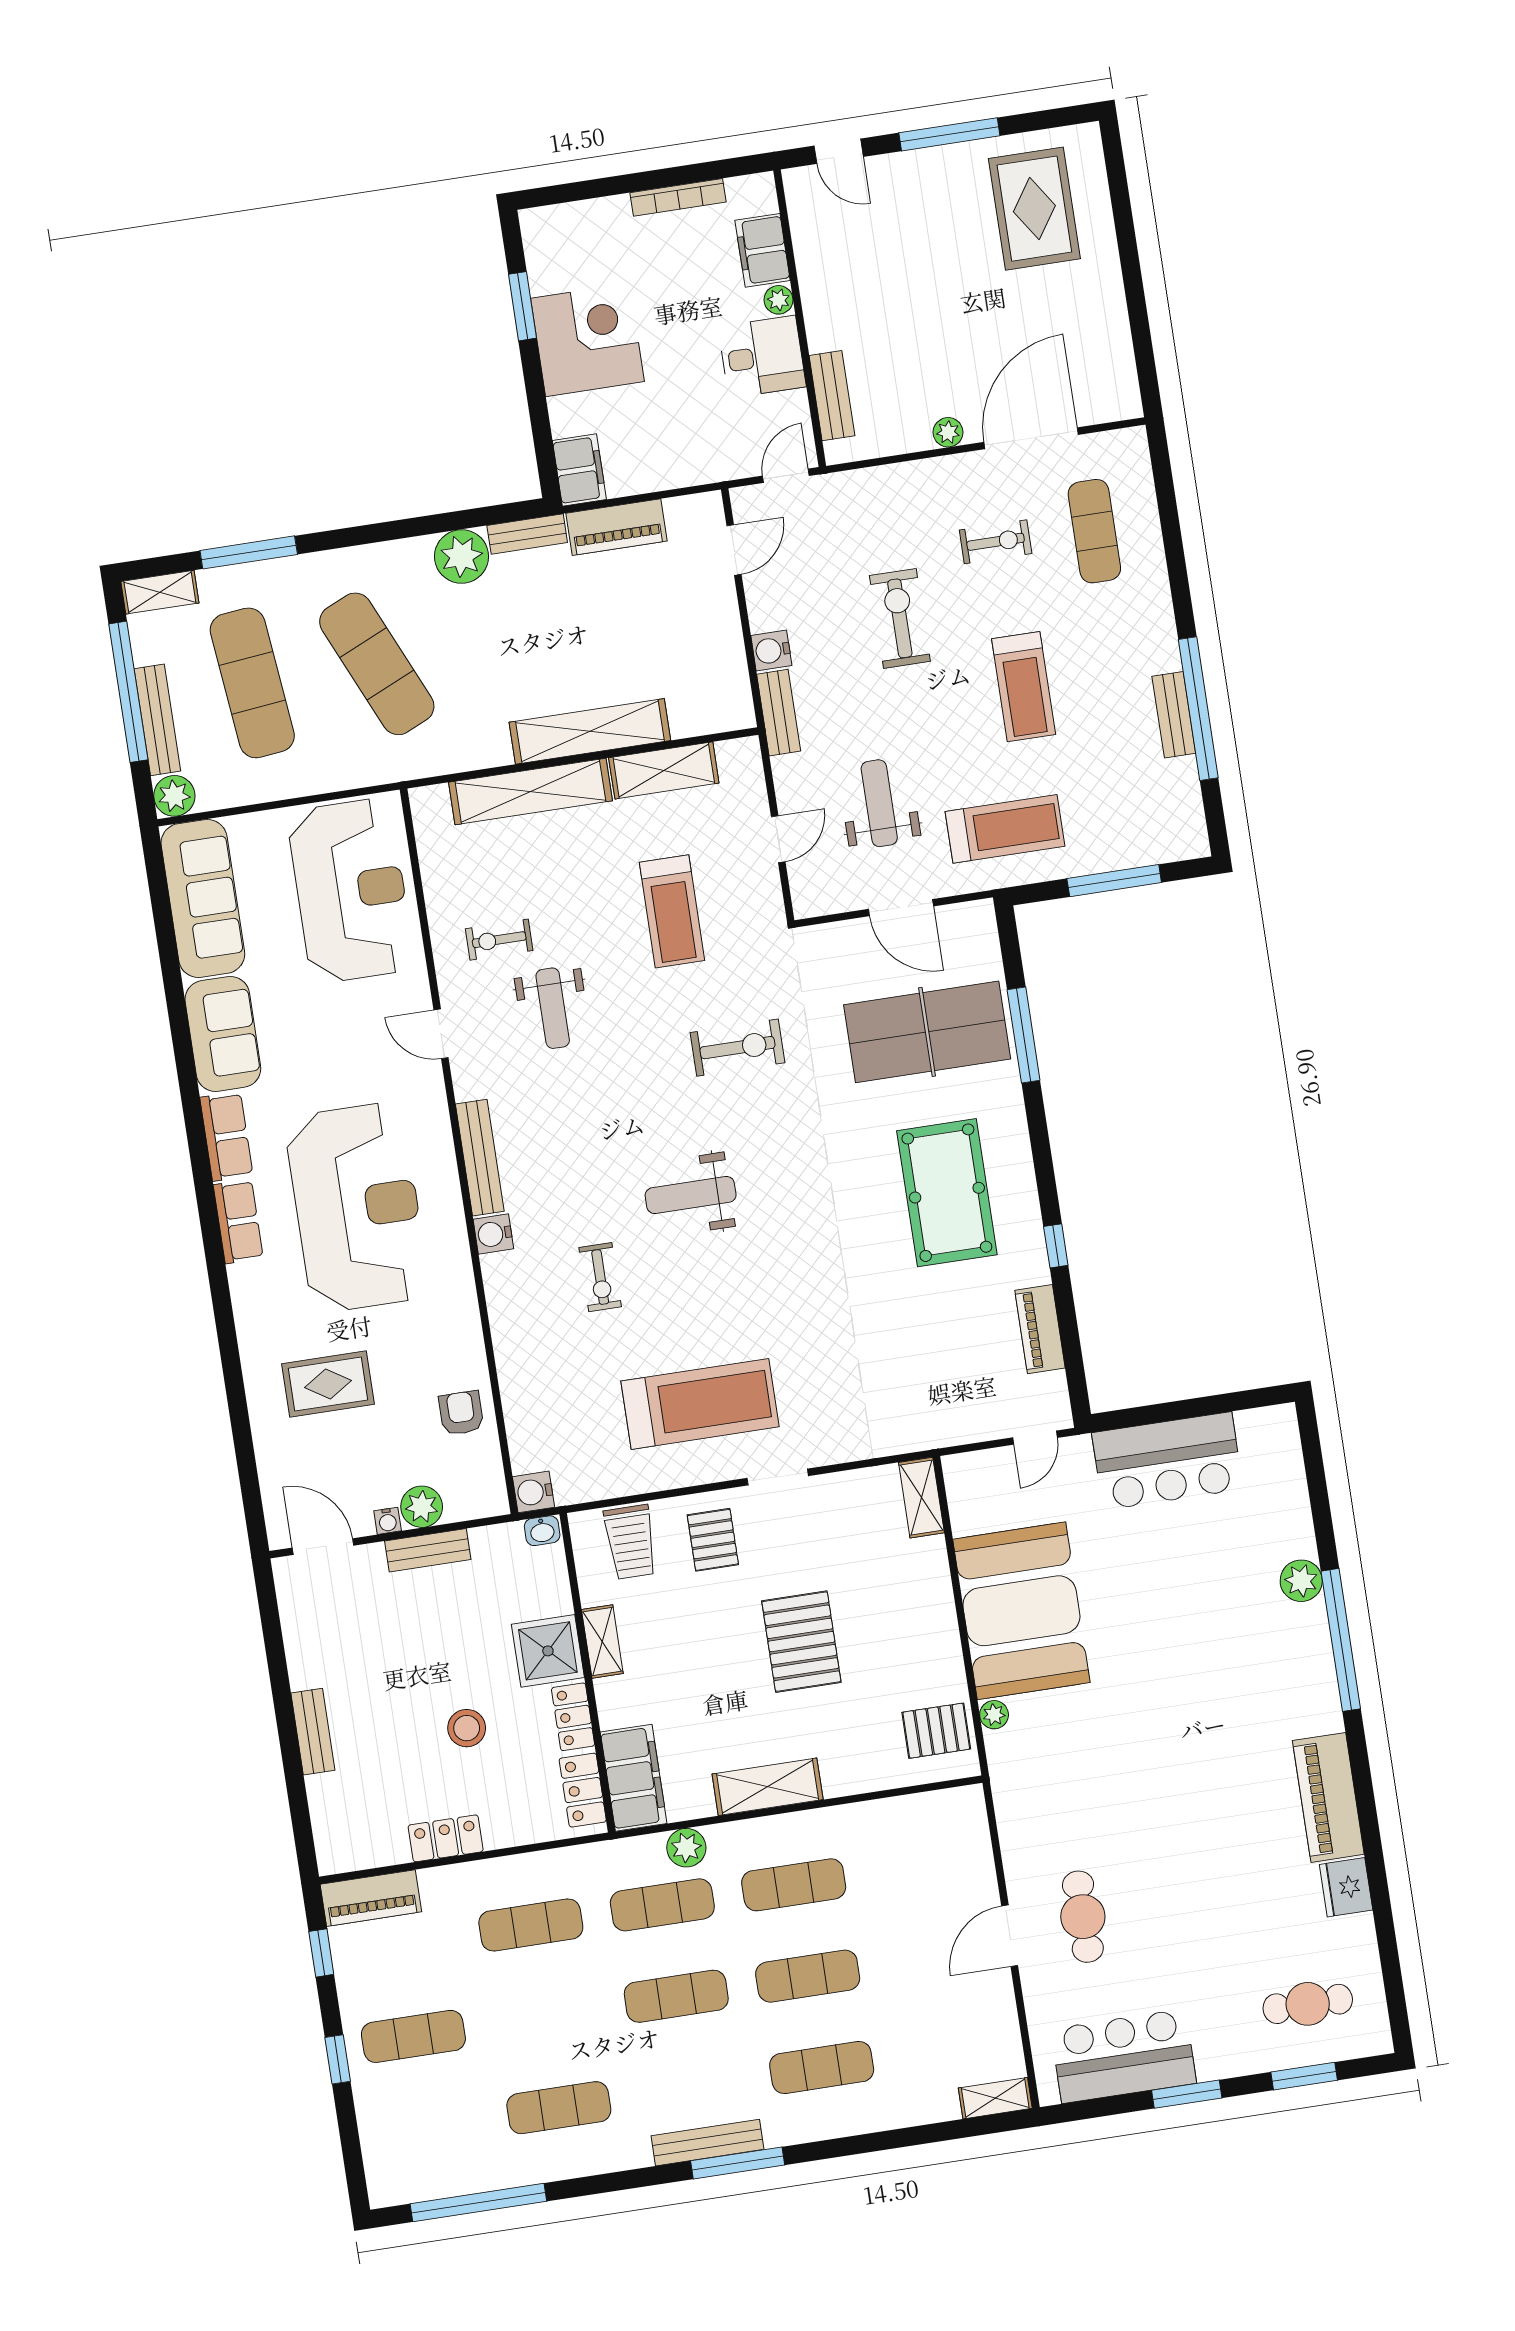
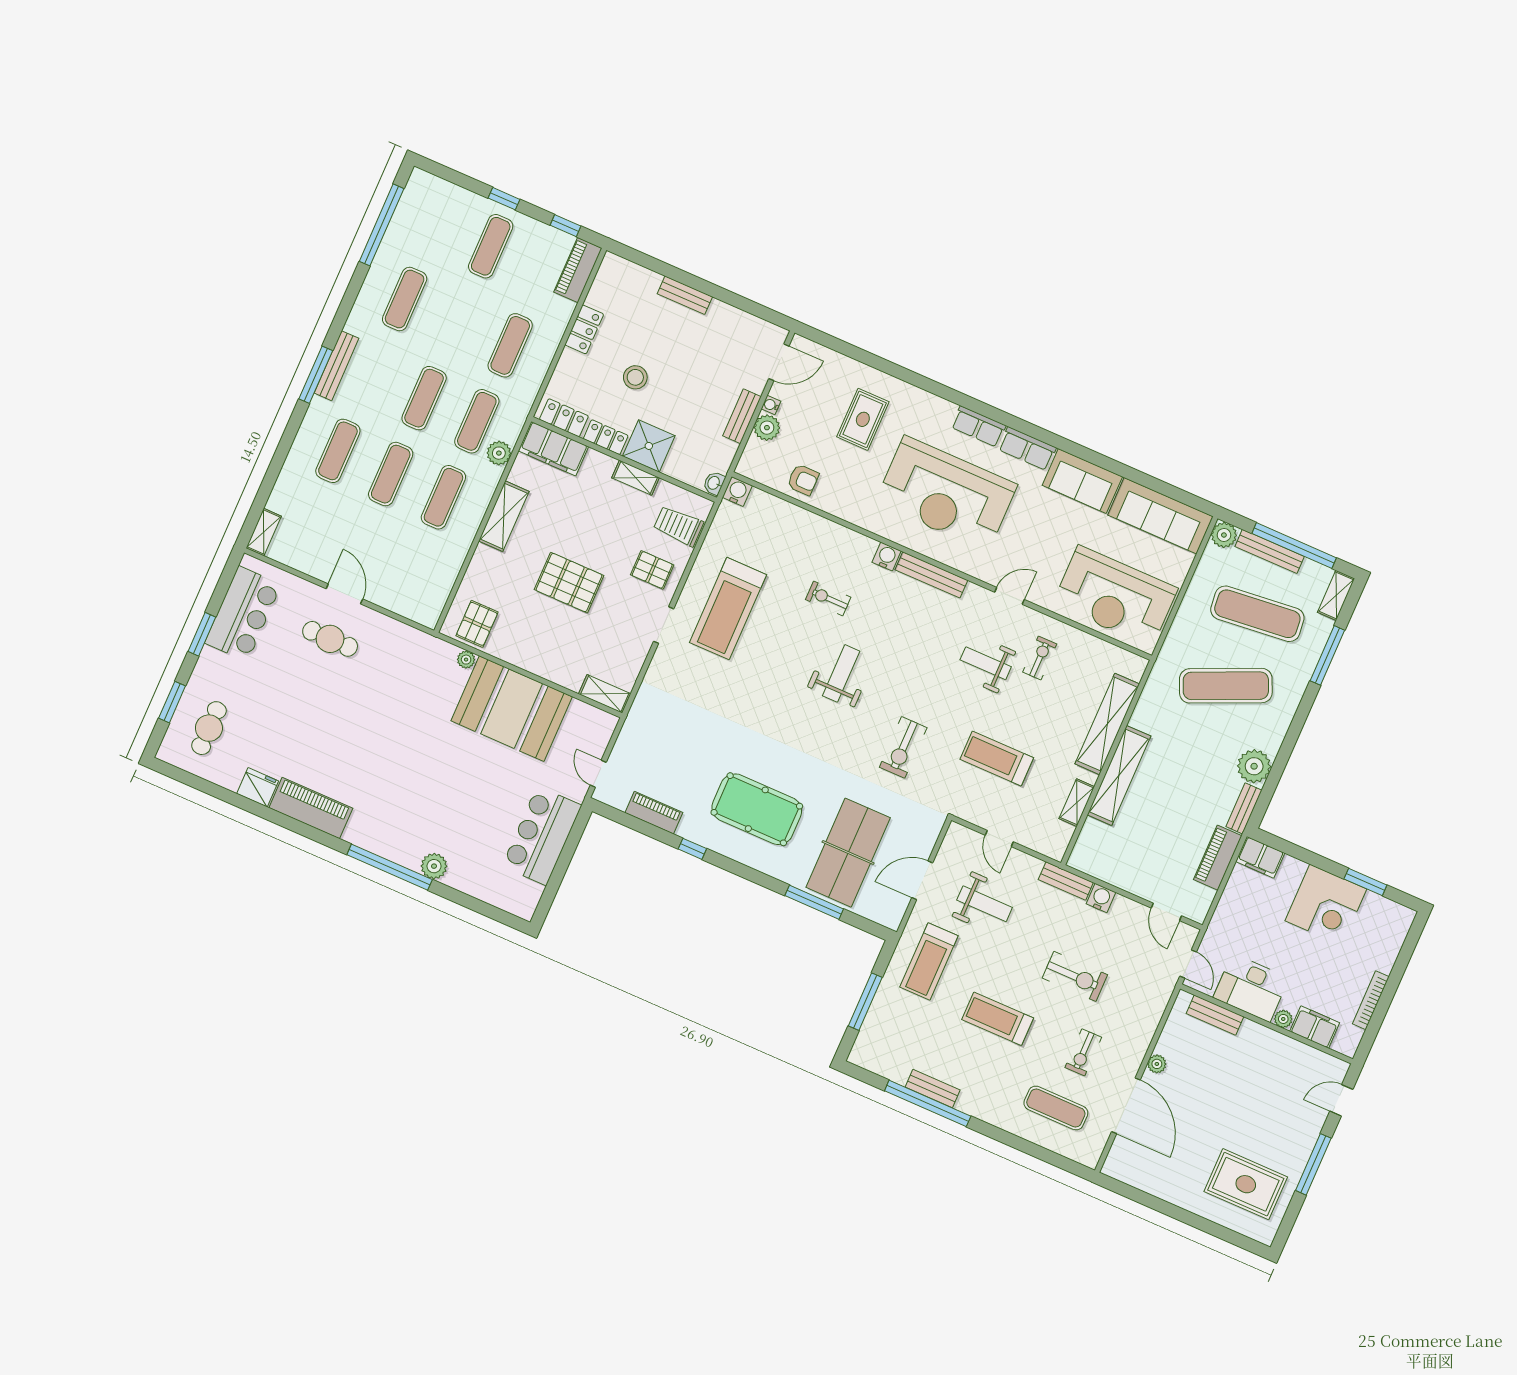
desk: (762, 357) -> (1251, 988), width x1.37
shelving: (664, 770) -> (1077, 803), width x0.67, depth x0.75

